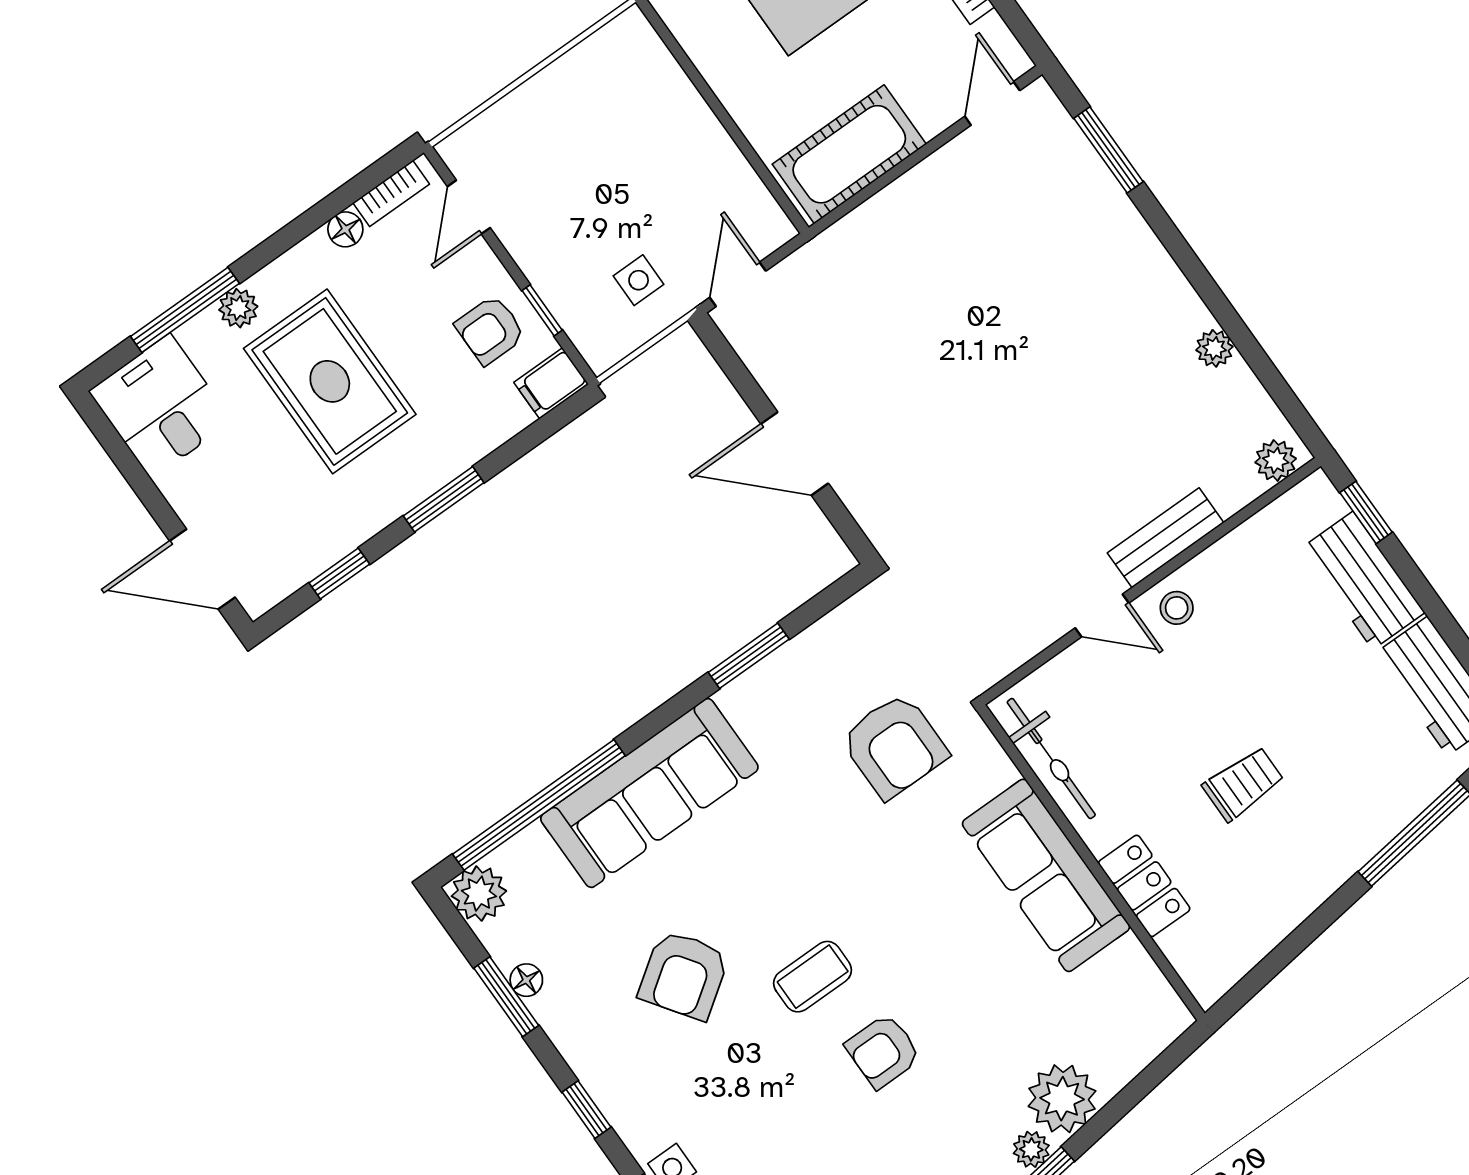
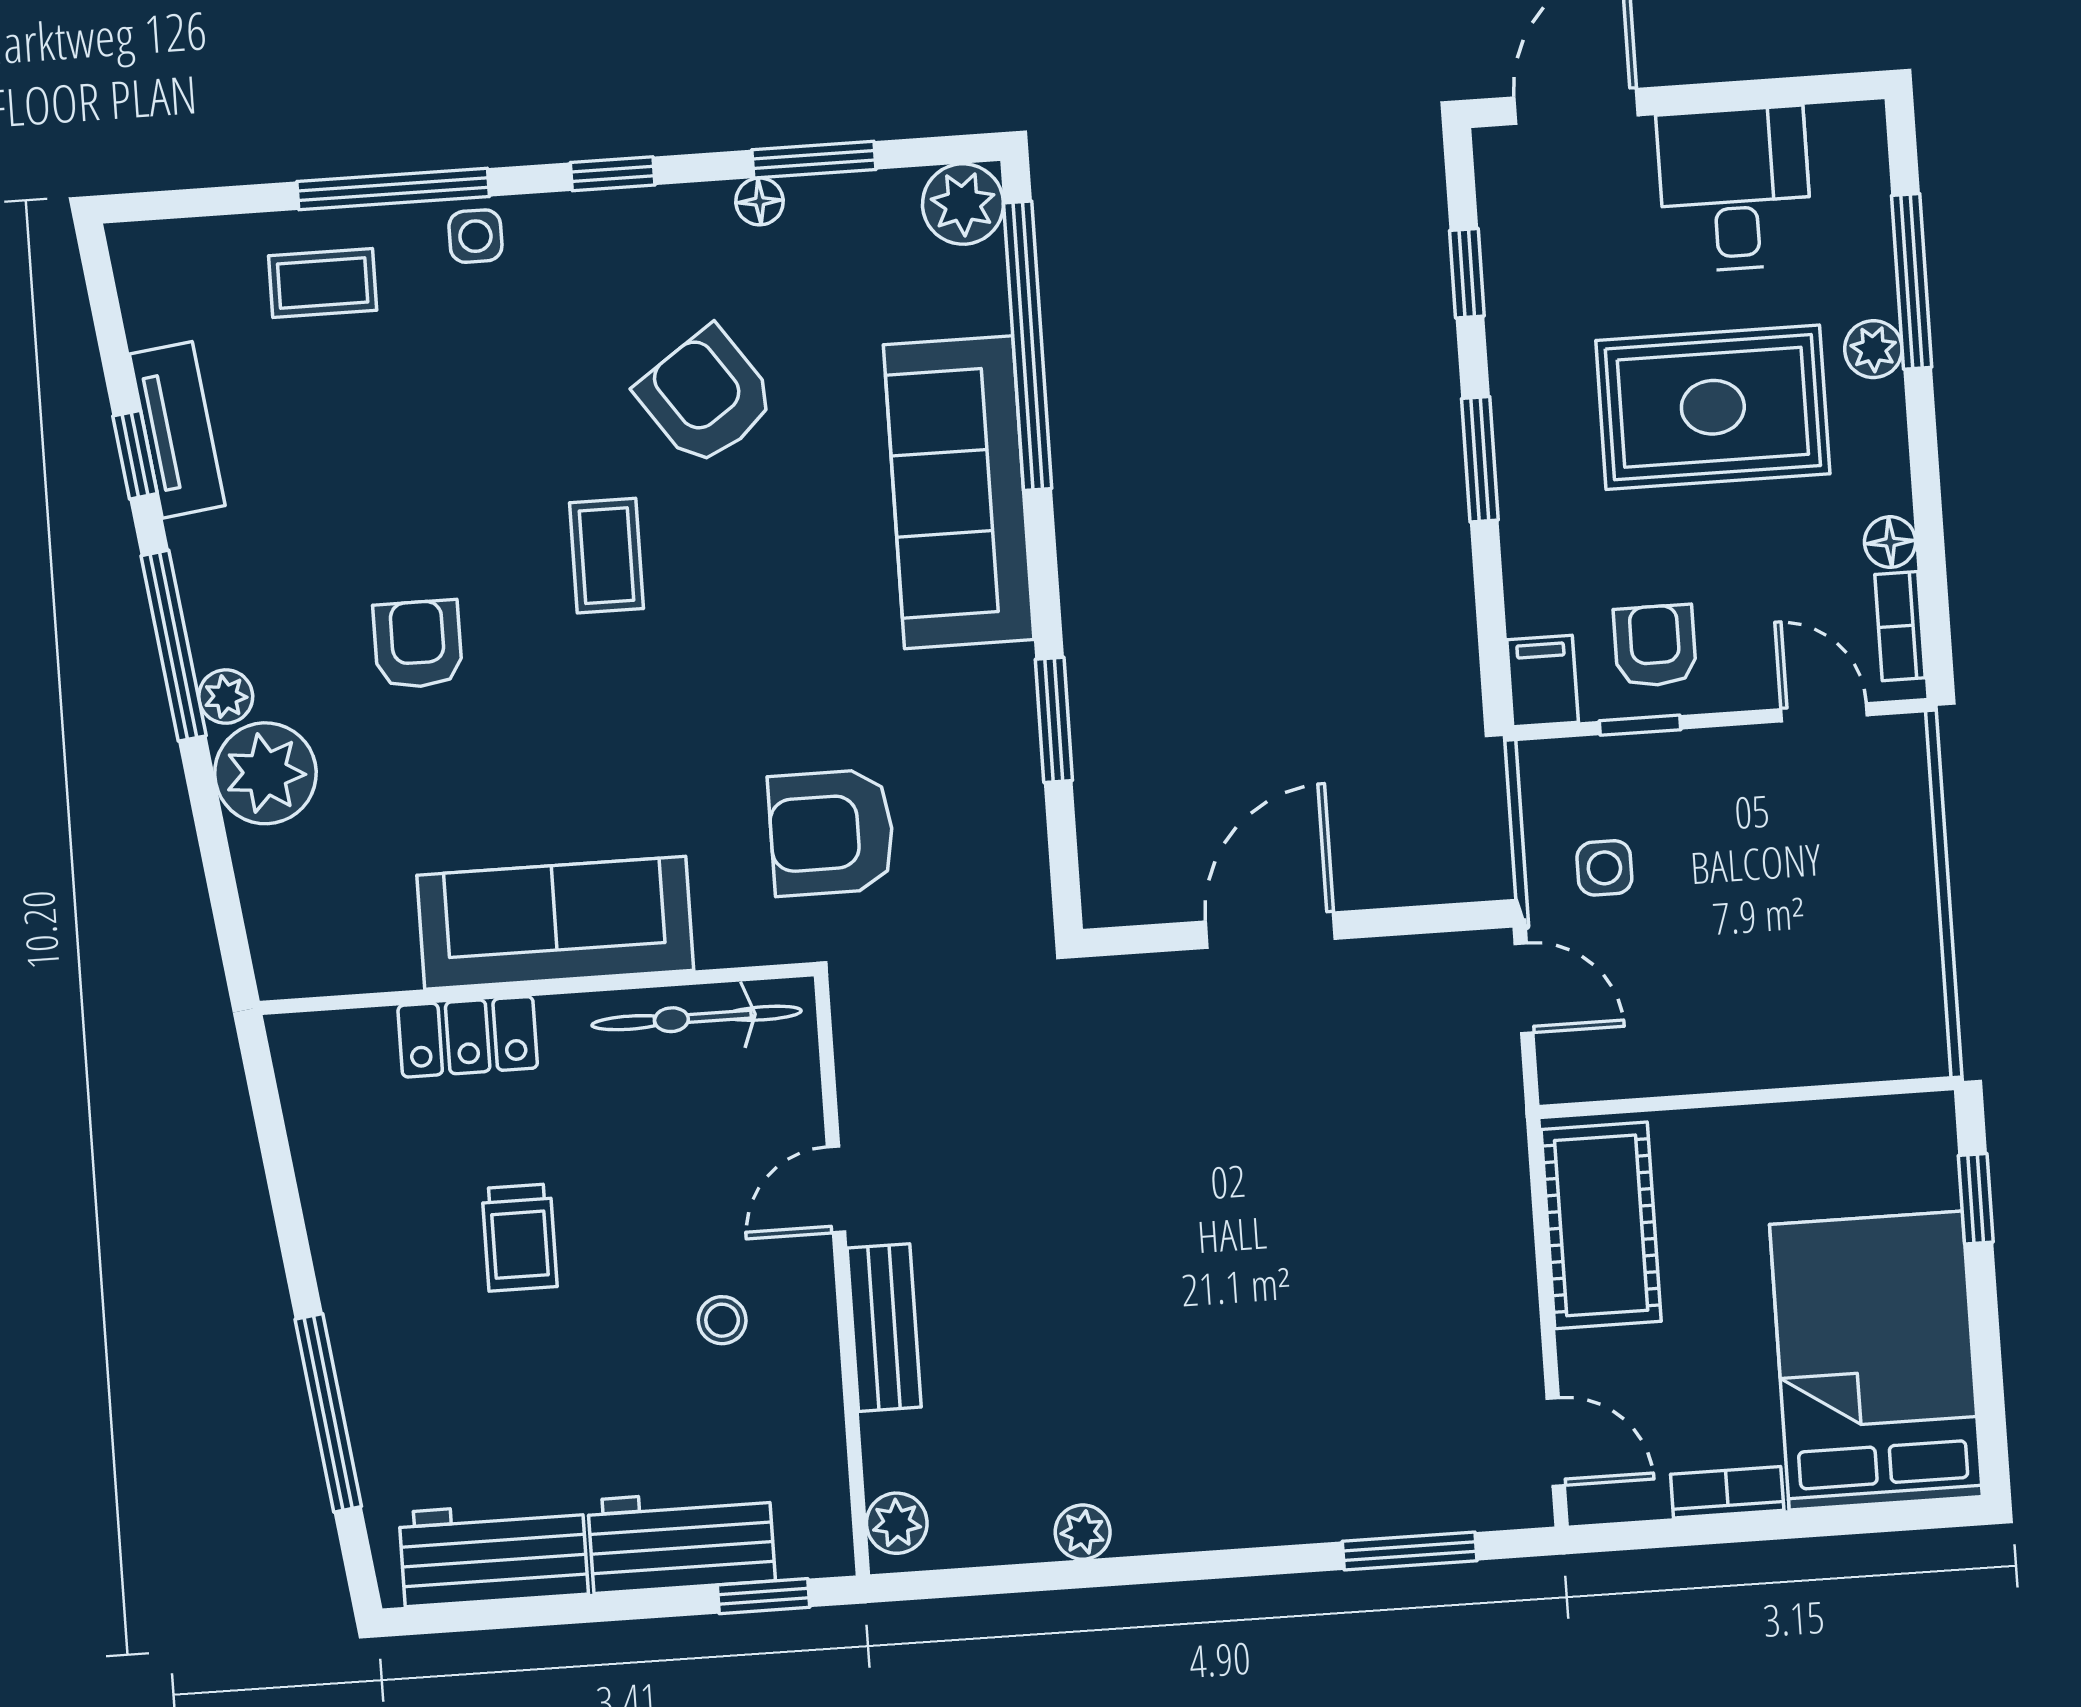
desk: (161, 406) -> (1735, 189), moved, turned -90
stool: (1177, 608) -> (722, 1320), moved
floor lamp: (526, 980) -> (760, 201), moved
armchair: (883, 1051) -> (418, 644), moved

